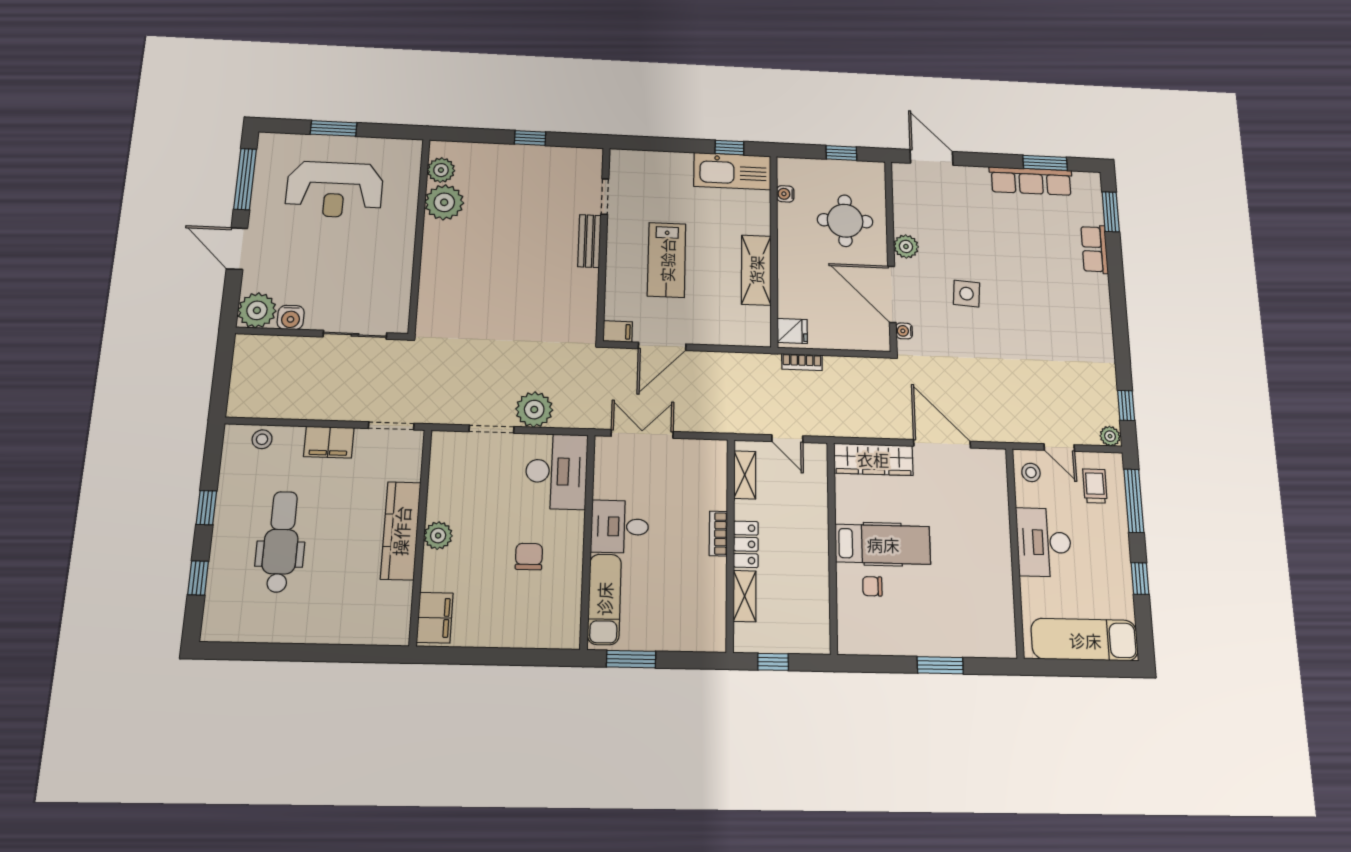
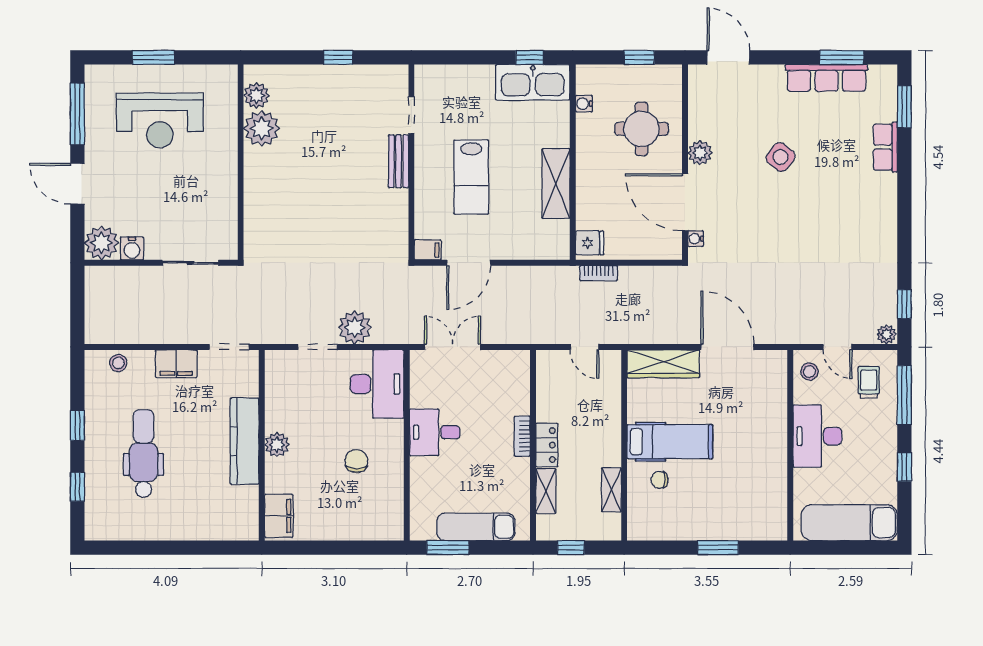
side table: (967, 294) -> (781, 157), moved, turned 34
shelving: (745, 475) -> (612, 490), moved
exam couch: (604, 599) -> (476, 527), moved, turned -90

